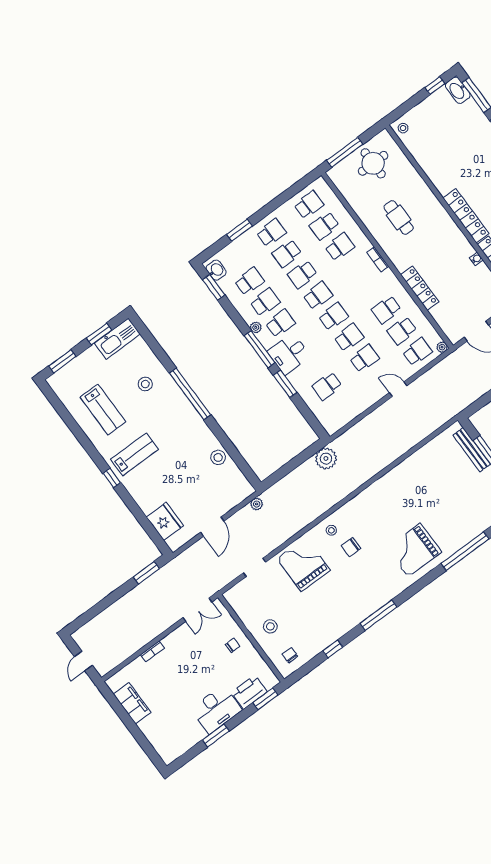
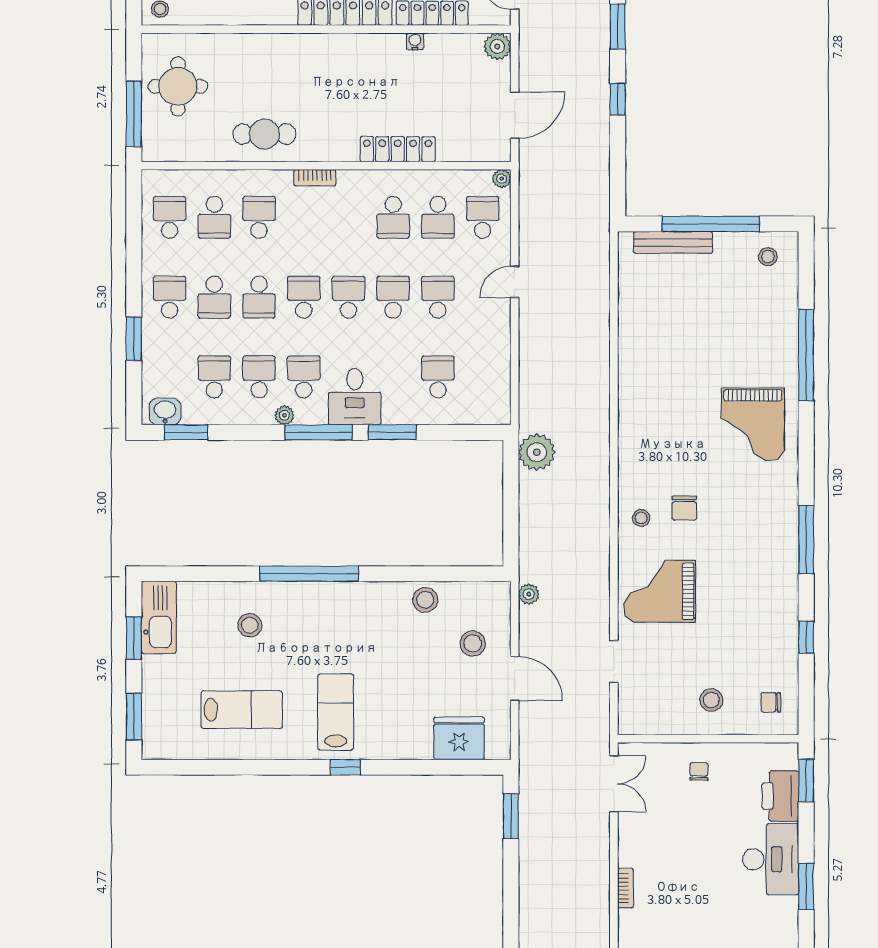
cafe table: (399, 217) -> (264, 134), moved
school desk: (327, 386) -> (438, 377), turned 180
stool: (214, 495) -> (473, 644), added

